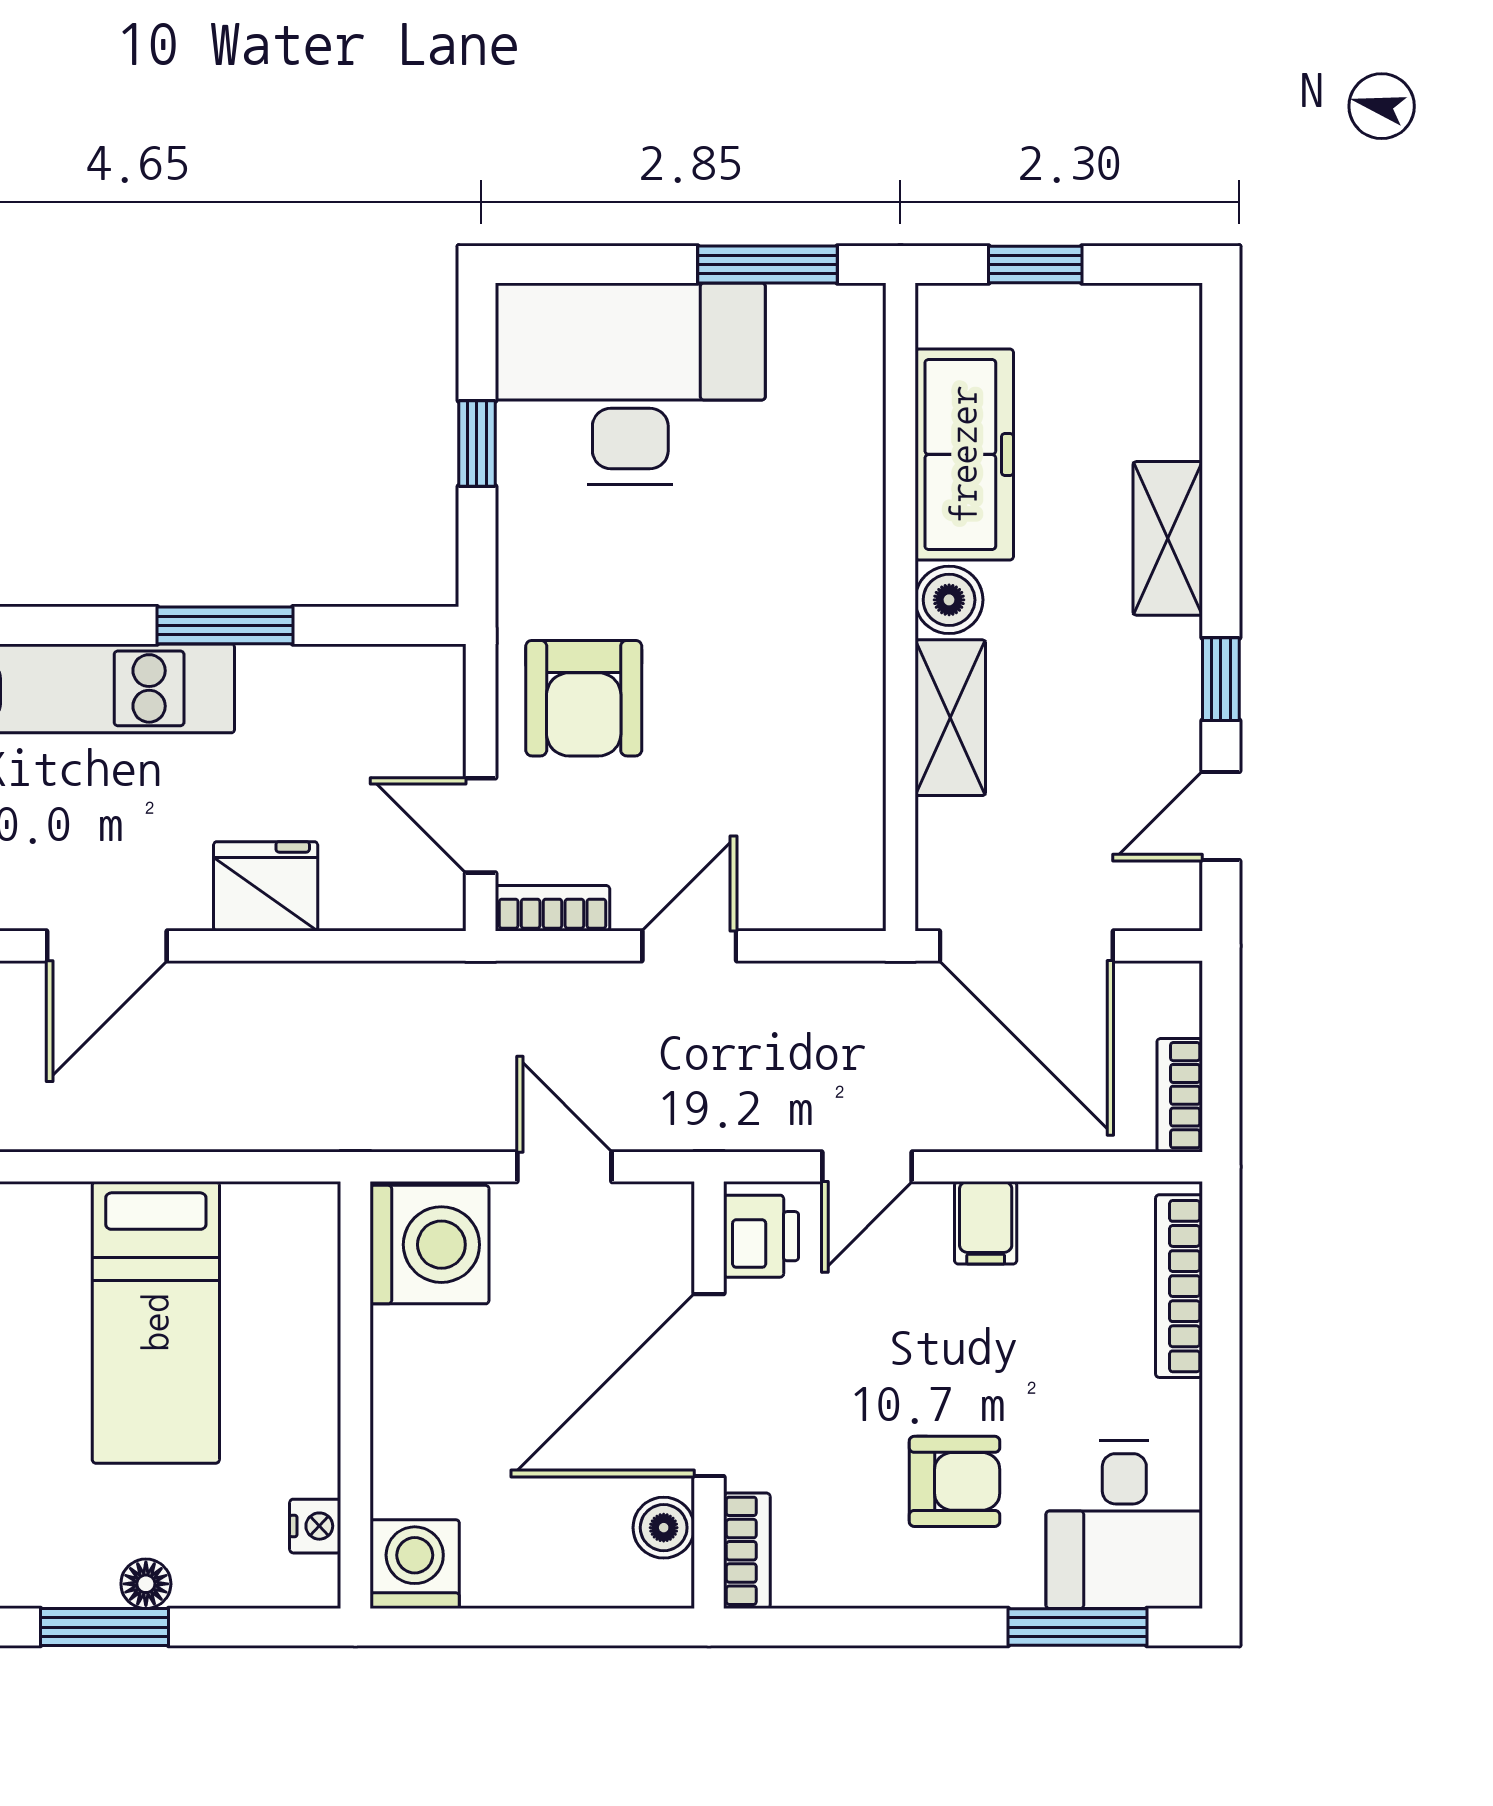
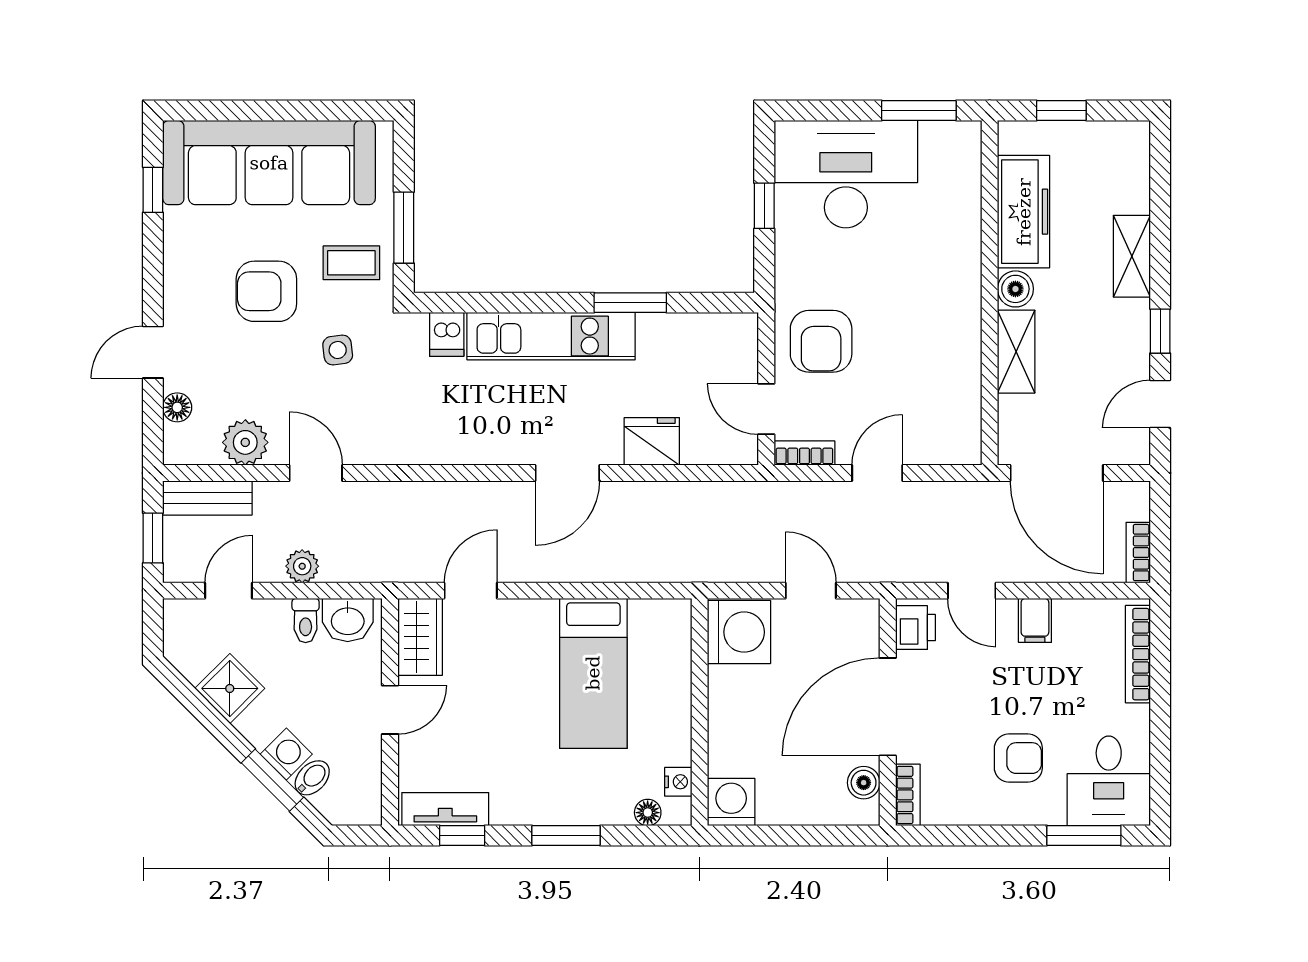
door: (867, 1167) -> (972, 591), hinge flipped
floor lamp: (146, 1584) -> (648, 813), moved

